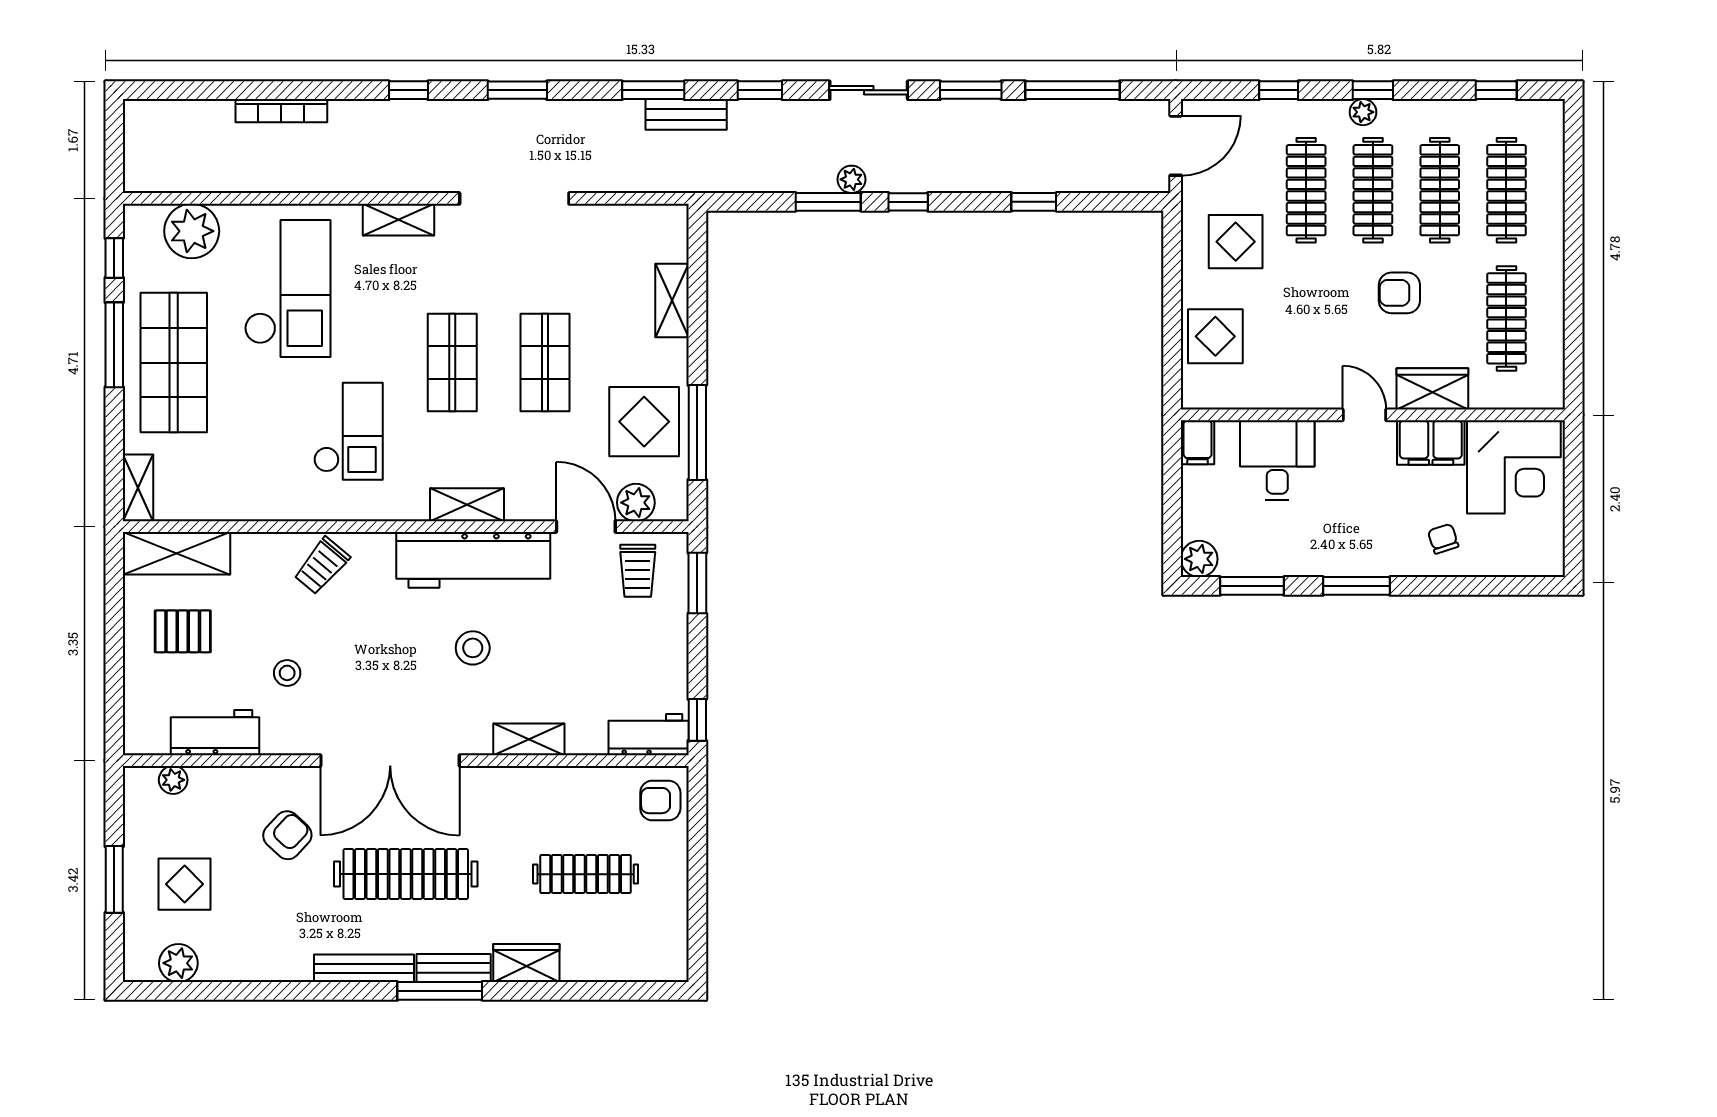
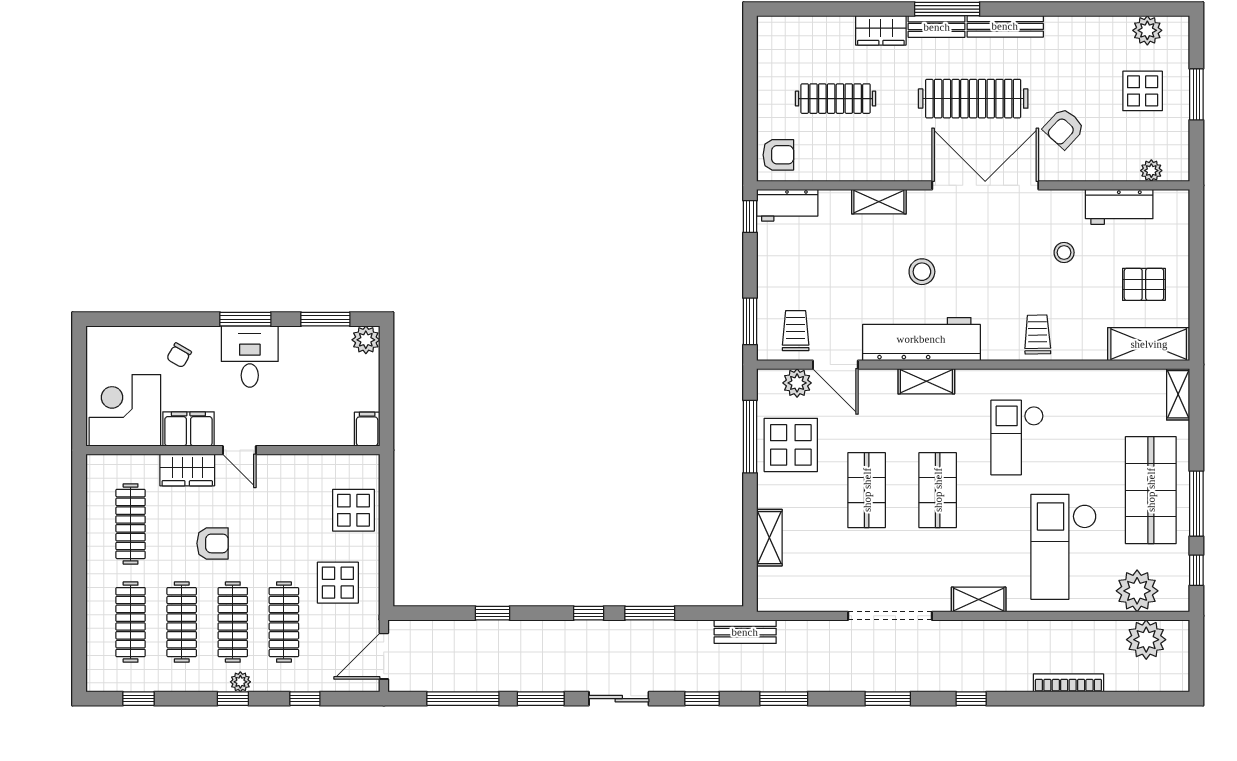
bench: (686, 114) -> (745, 632), moved
plant: (851, 179) -> (1146, 640), moved, width x1.88, depth x1.88
desk: (1277, 460) -> (250, 356), moved, turned 180
chair: (1443, 539) -> (179, 355), turned 48
trolley: (322, 566) -> (1038, 335), turned -41

